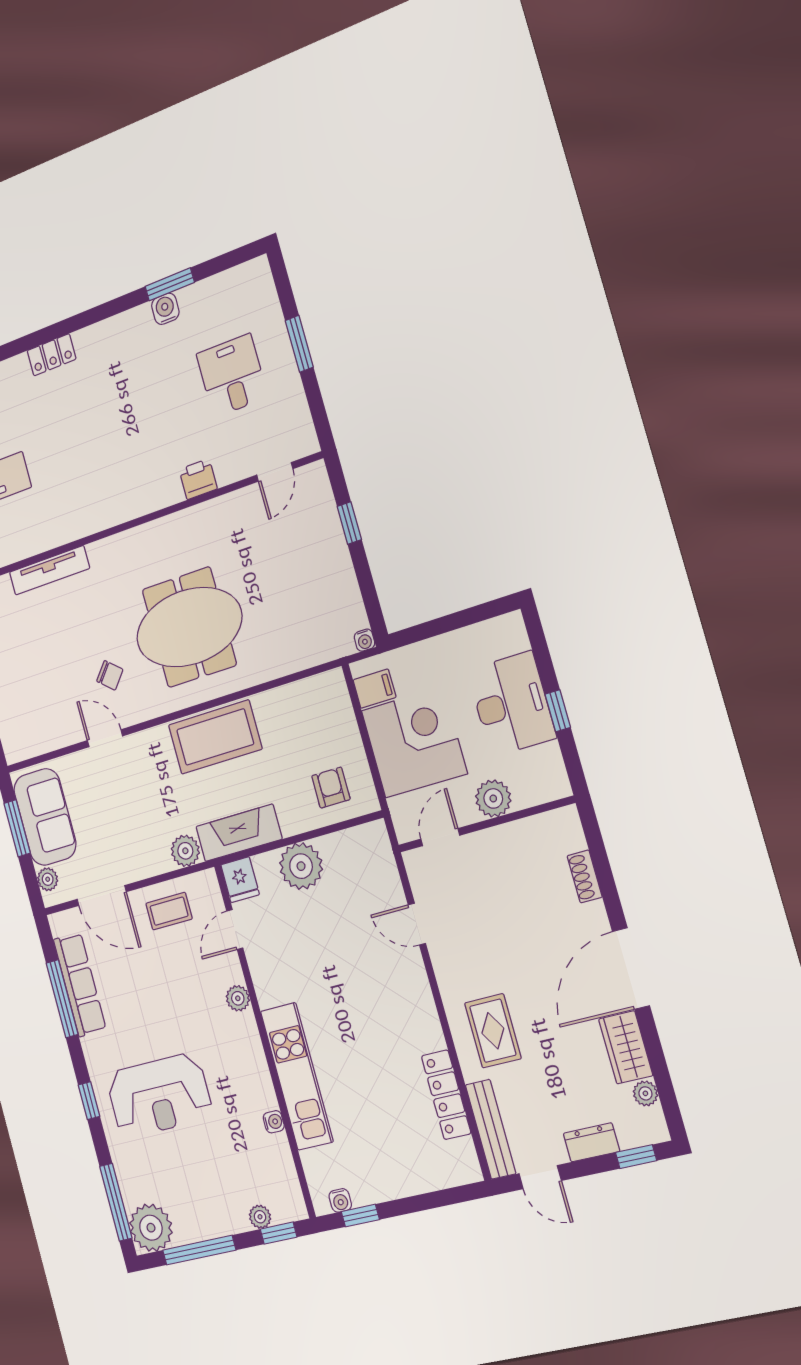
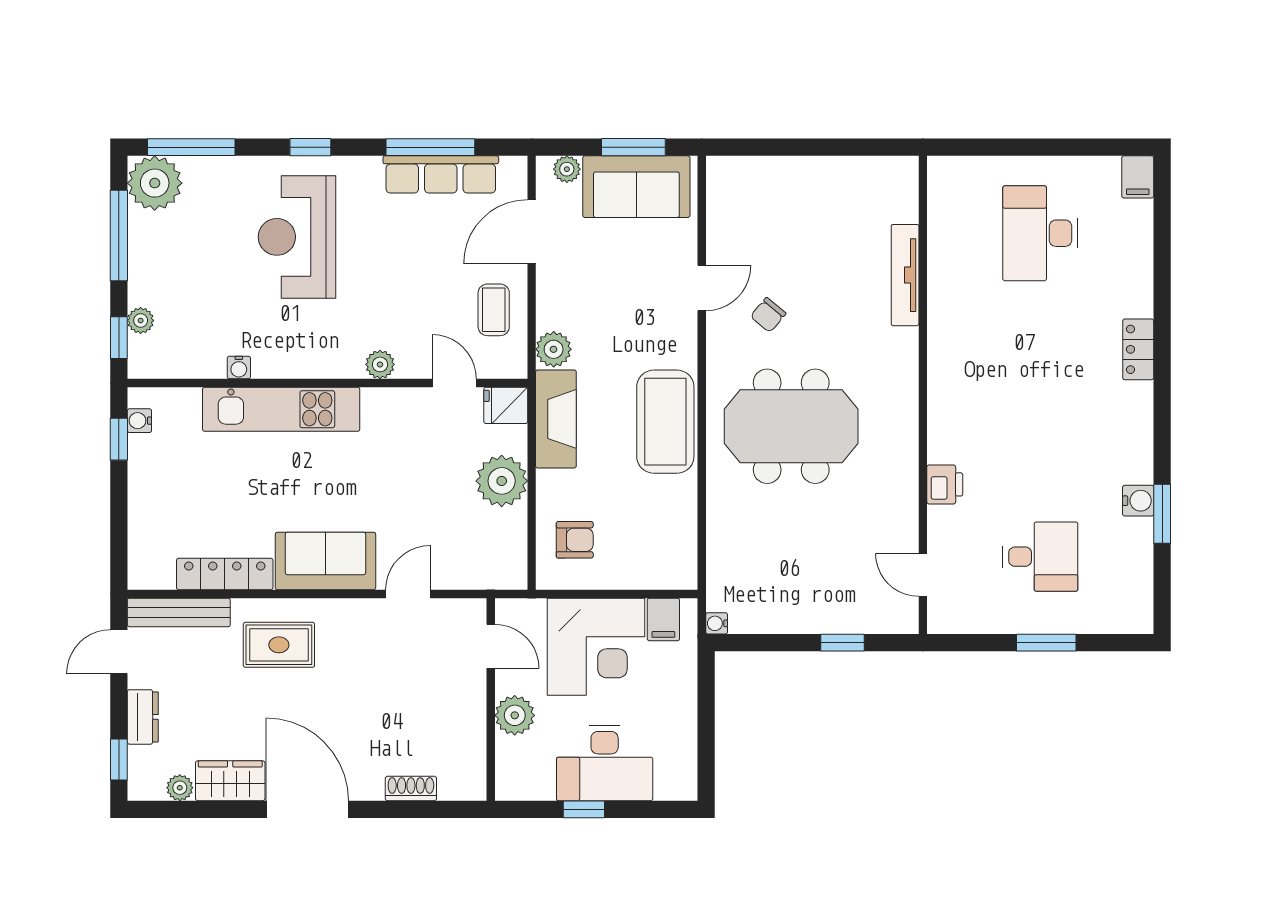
meeting table: (189, 627) -> (791, 426), turned 90
sofa: (410, 1006) -> (325, 561), added

